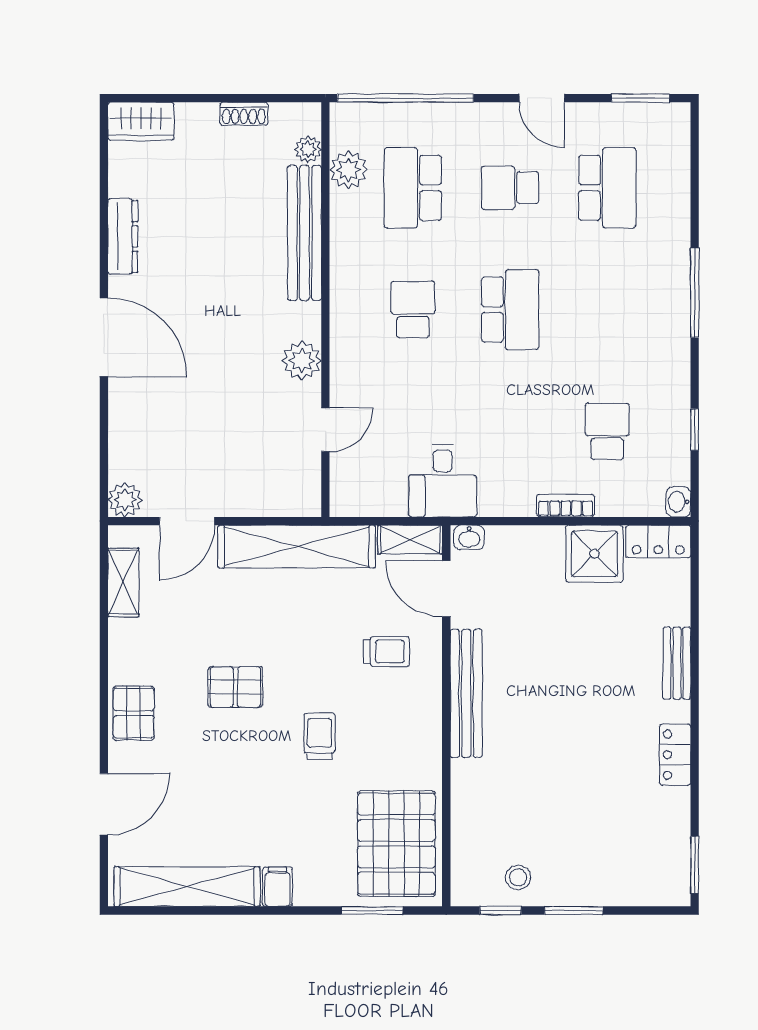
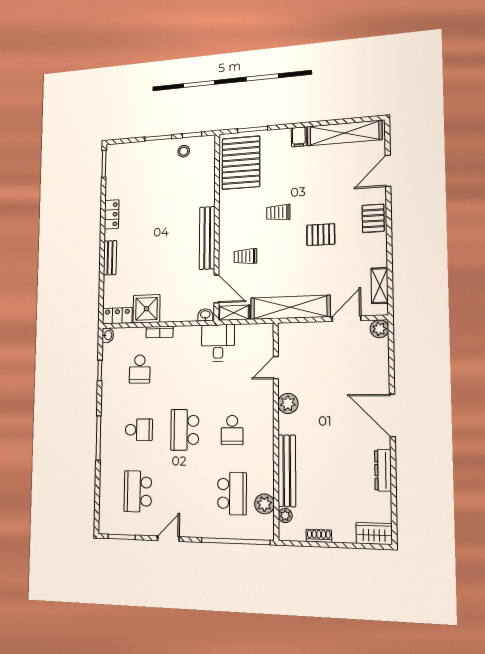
door: (542, 98) -> (168, 539), hinge flipped
school desk: (510, 188) -> (139, 430), moved
trolley: (320, 736) -> (278, 212), turned 90

